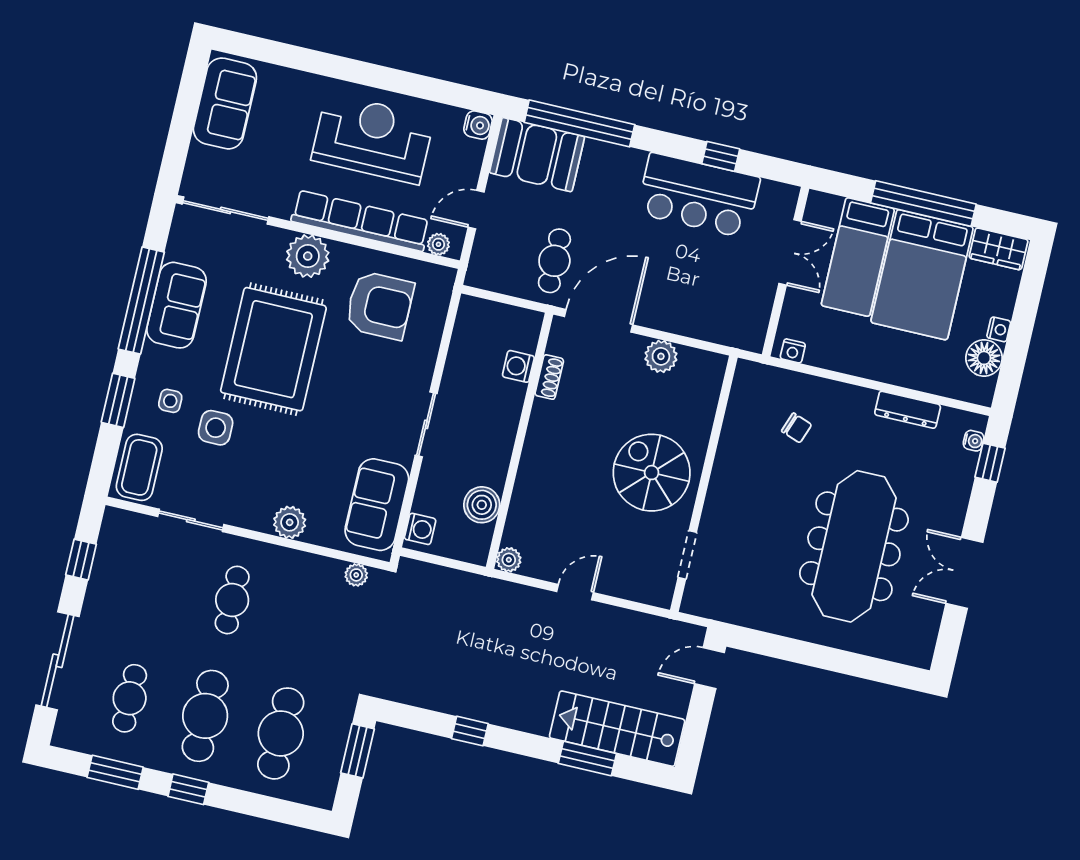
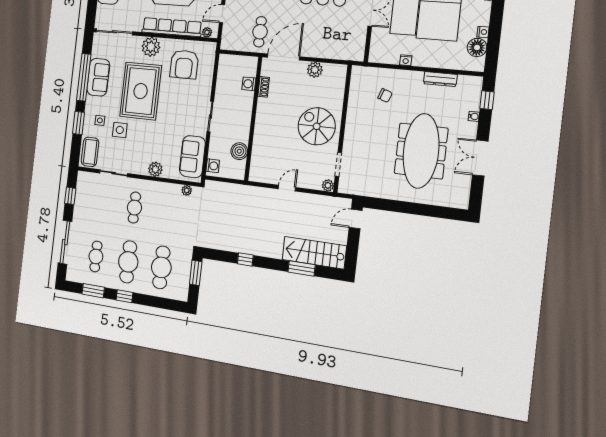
armchair: (380, 305) -> (184, 64), turned 90
nightstand: (793, 351) -> (406, 60), moved
water cooler: (974, 441) -> (474, 116), moved
plant: (509, 560) -> (328, 185), moved

